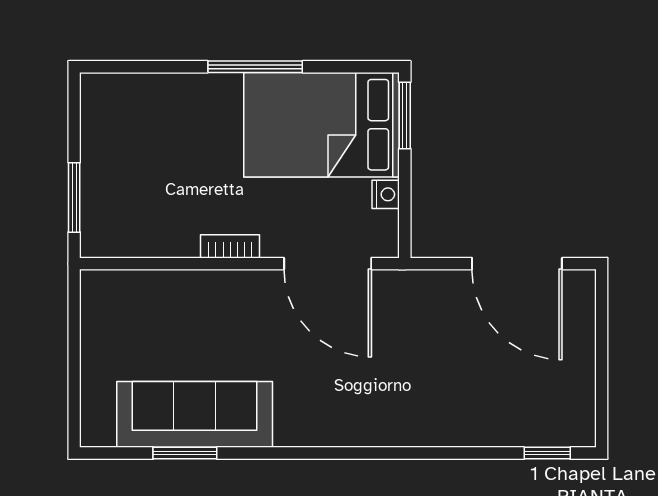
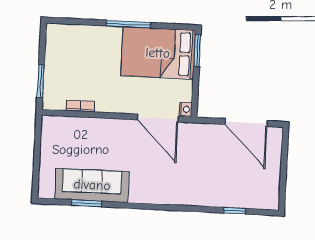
nightstand: (386, 194) -> (185, 109), moved
bookcase: (230, 246) -> (80, 106), moved
window: (547, 453) -> (235, 211), moved

